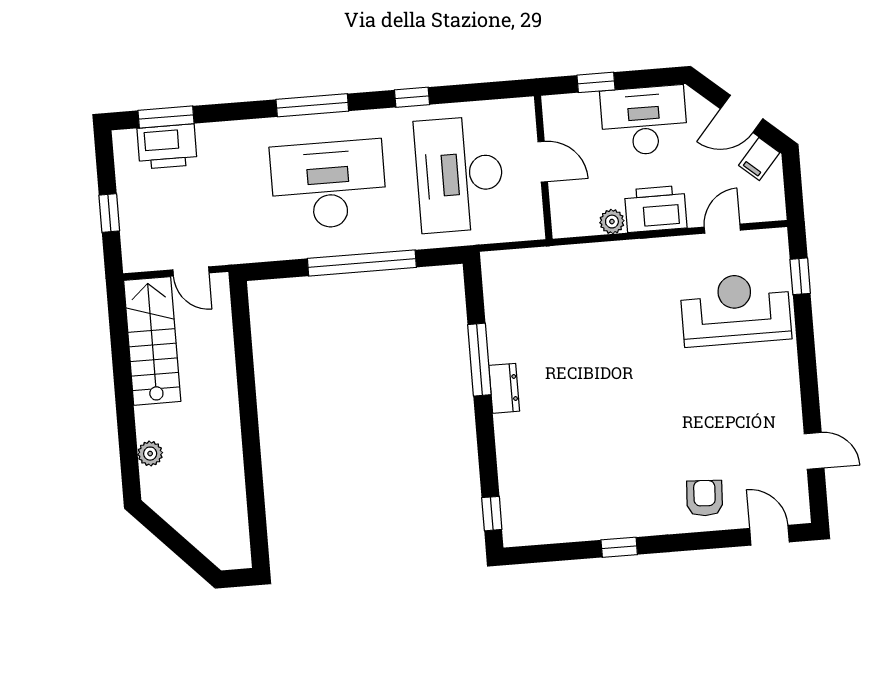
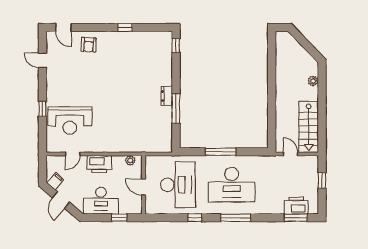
door: (742, 114) -> (61, 200), swing flipped
plant: (612, 222) -> (130, 160), moved
window: (362, 263) -> (221, 152), width x0.68
window: (800, 276) -> (42, 109), moved

